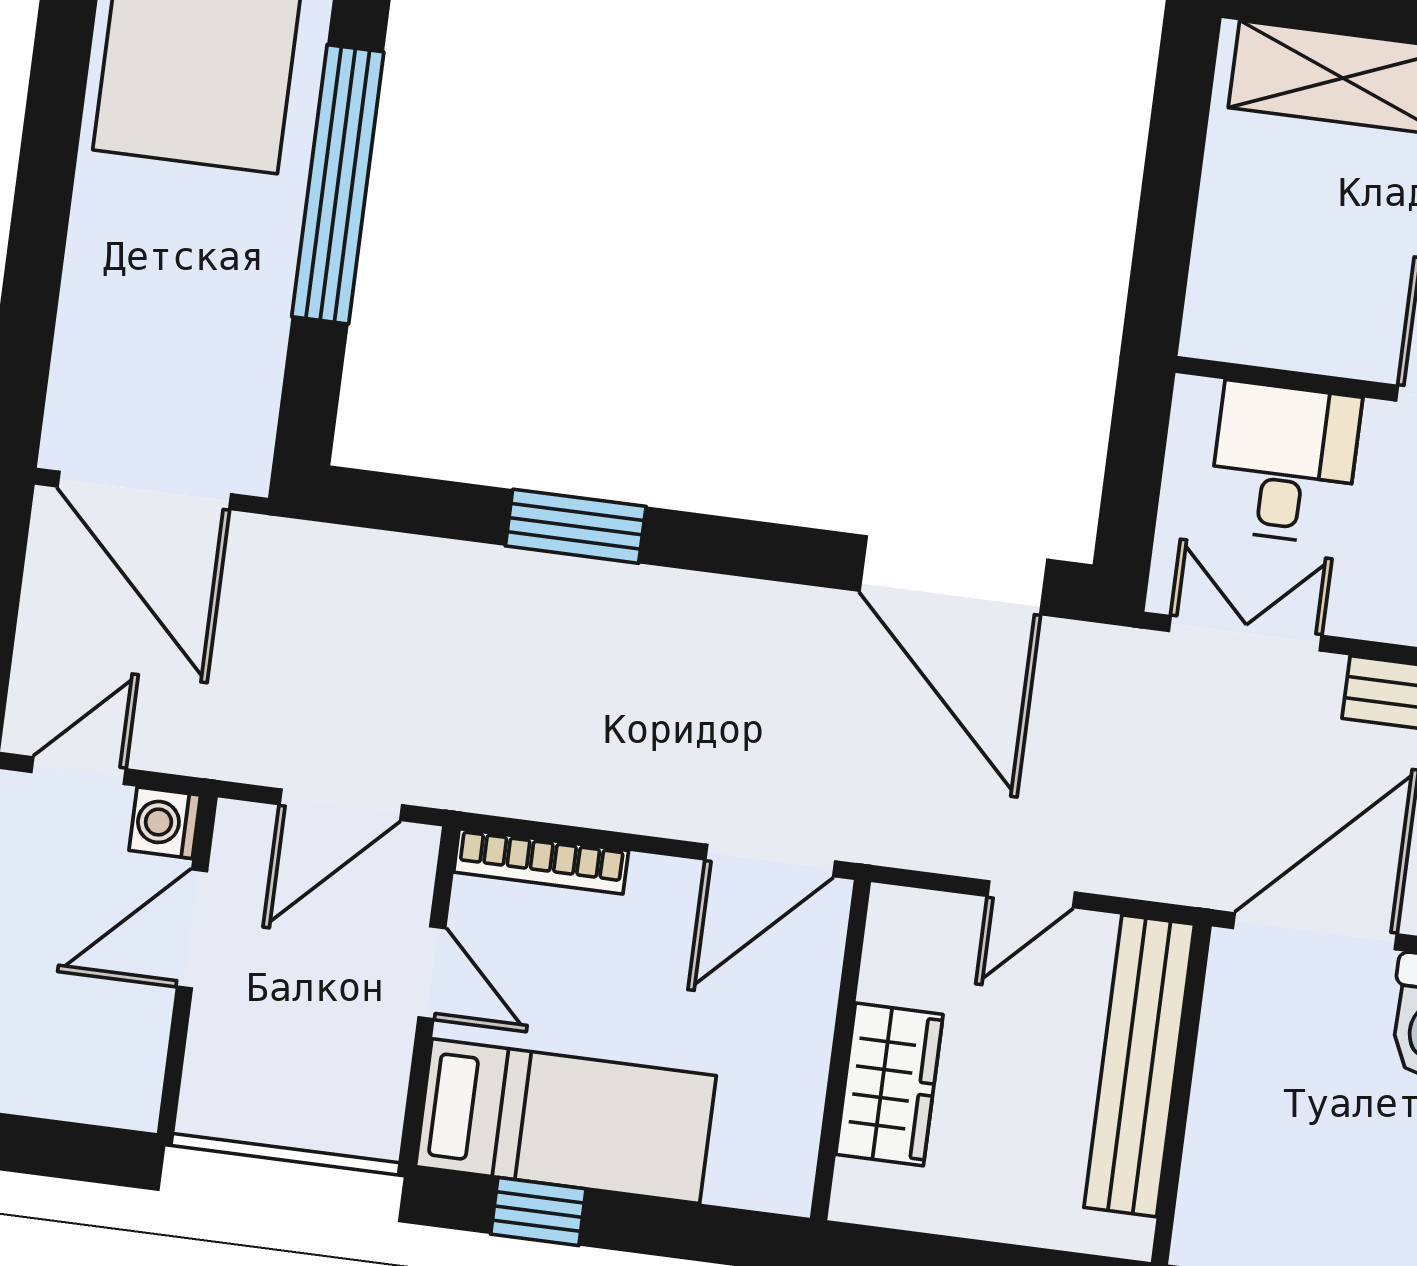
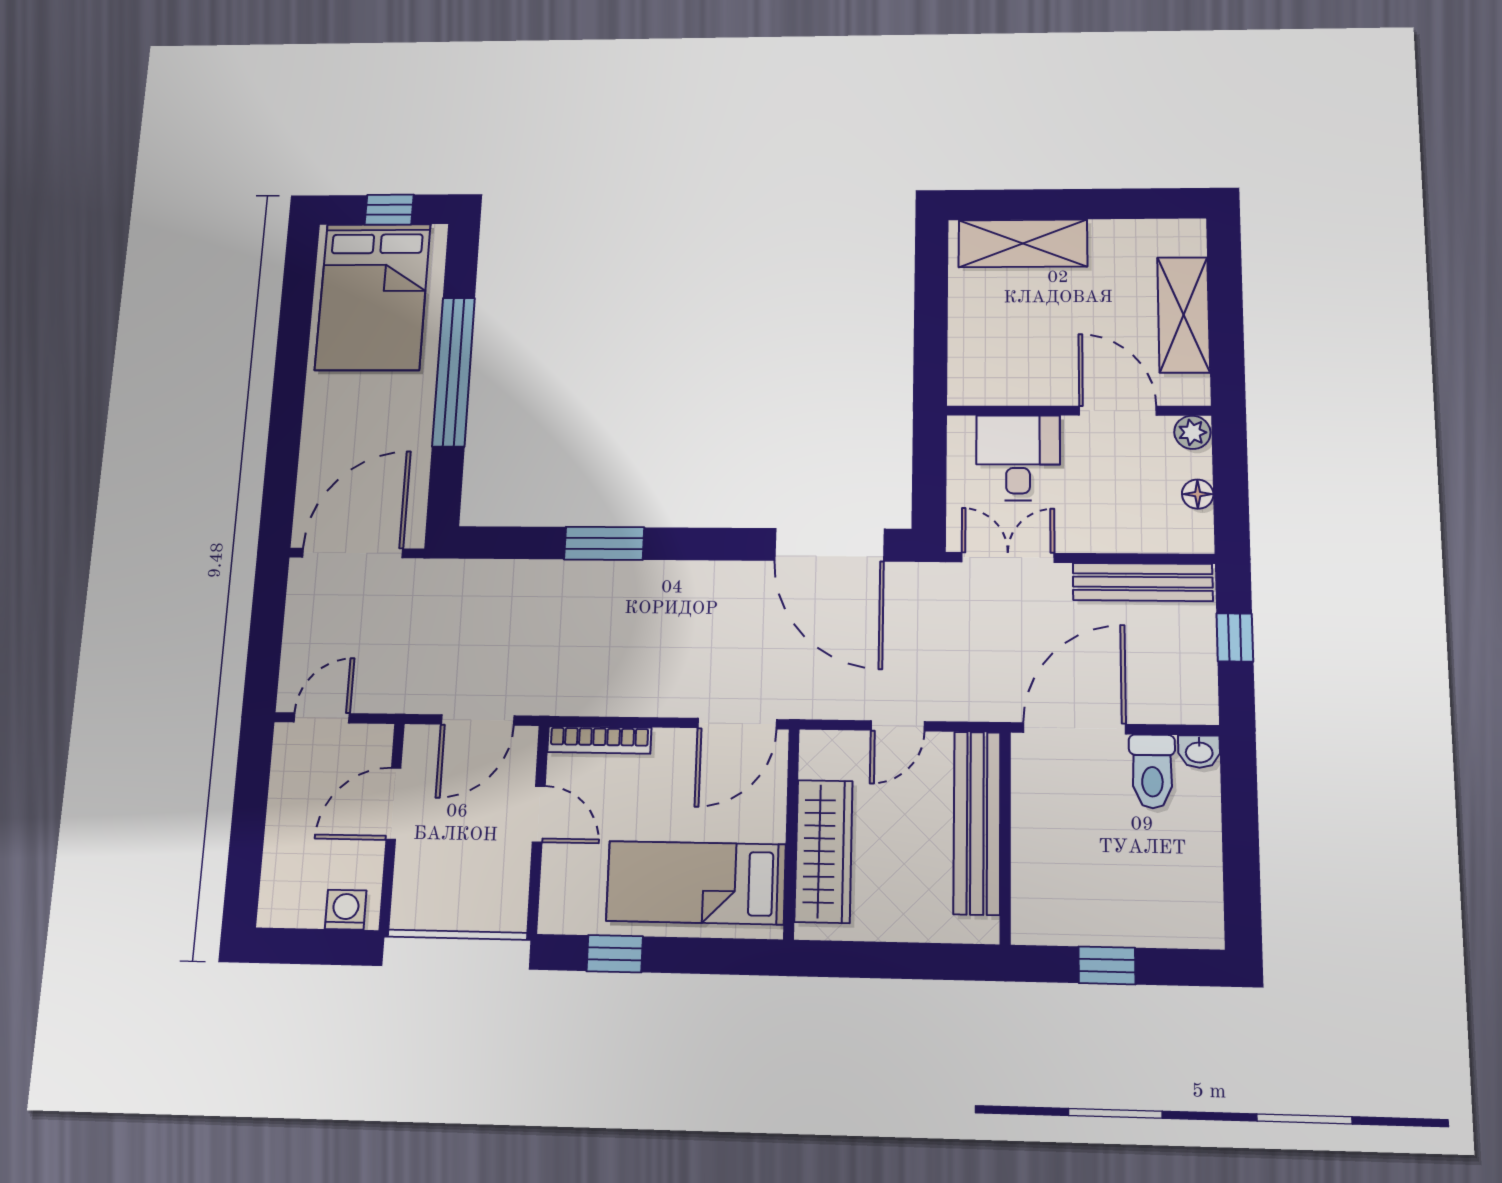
door: (144, 490) -> (353, 553), swing flipped
washing machine: (165, 823) -> (346, 910), moved, turned 90
wardrobe: (889, 1084) -> (824, 851), width x1.50
bed: (566, 1121) -> (696, 883), moved, turned 180

